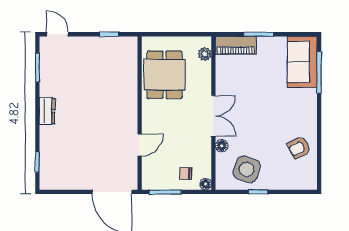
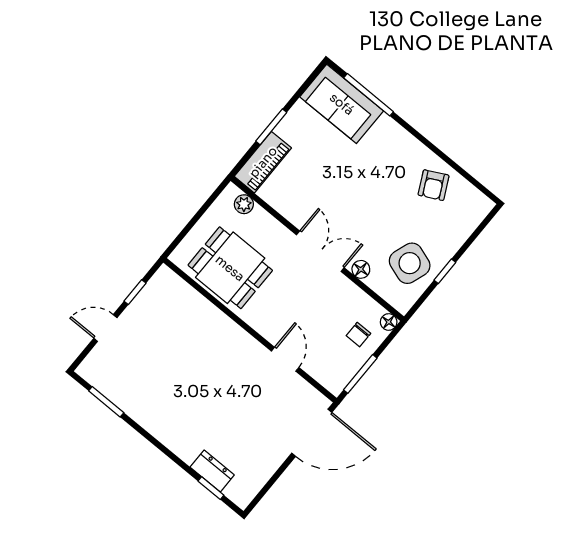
door: (58, 34) -> (105, 328), moved
dresser: (47, 111) -> (212, 471), moved

